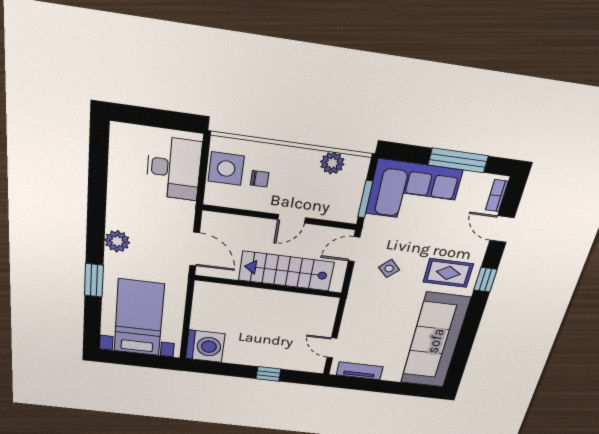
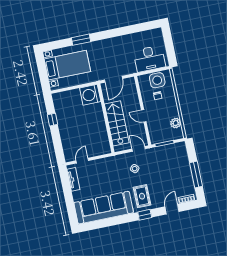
corner sofa: (414, 192) -> (175, 163), removed
plant: (117, 241) -> (105, 45), removed
washing machine: (205, 346) -> (90, 95), moved, turned 90
window: (268, 374) -> (52, 120), moved

